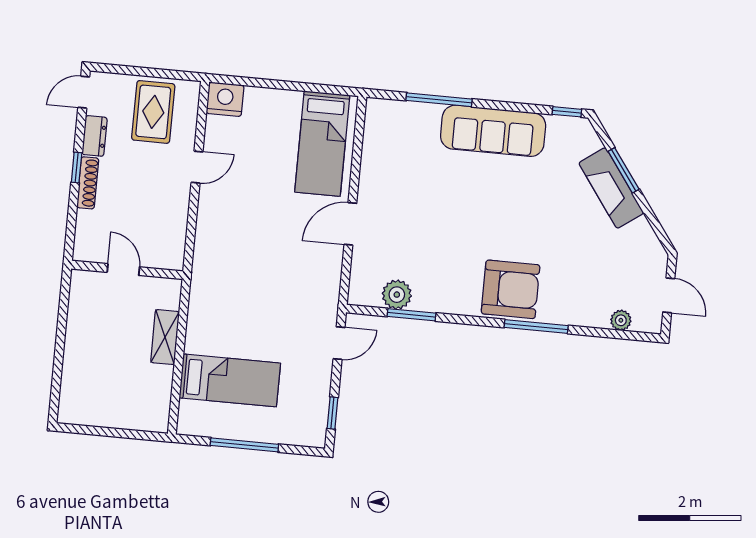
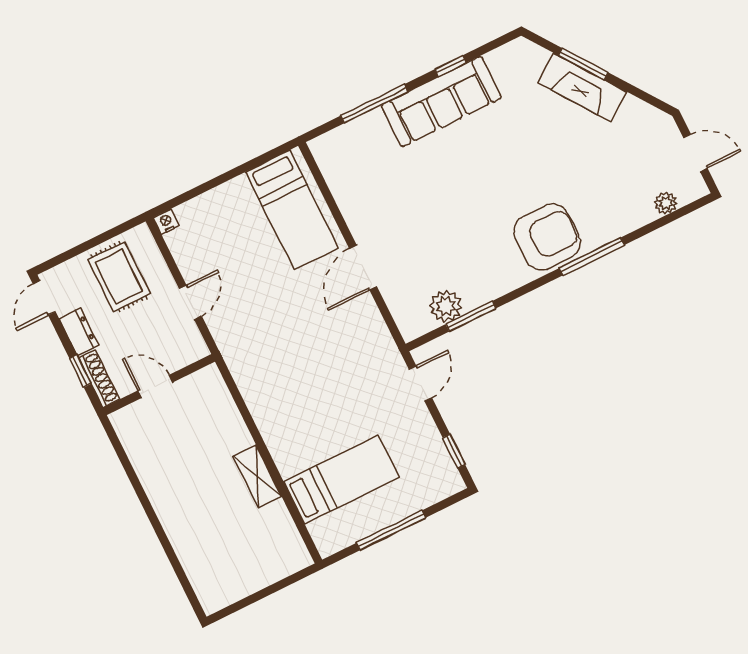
nightstand: (225, 99) -> (166, 222), width x0.53, depth x0.56
window: (567, 112) -> (451, 66), moved
door: (123, 270) -> (155, 386), moved
wall: (127, 270) -> (159, 385), moved

